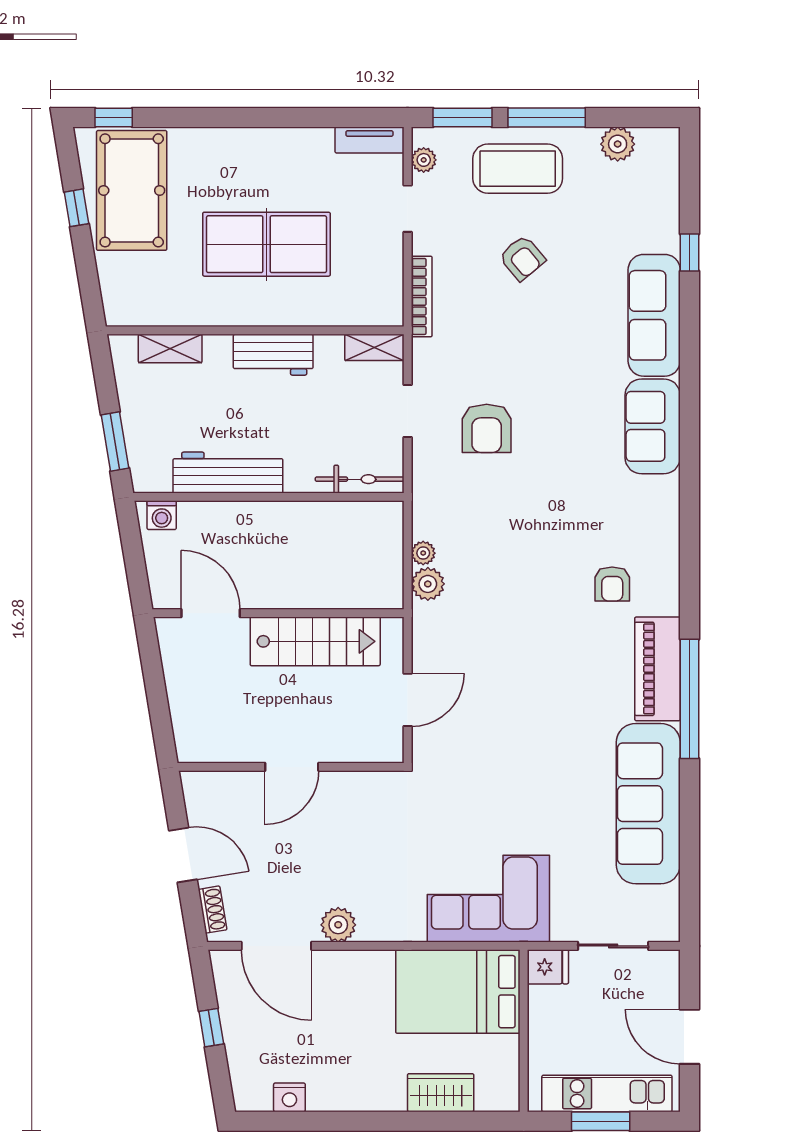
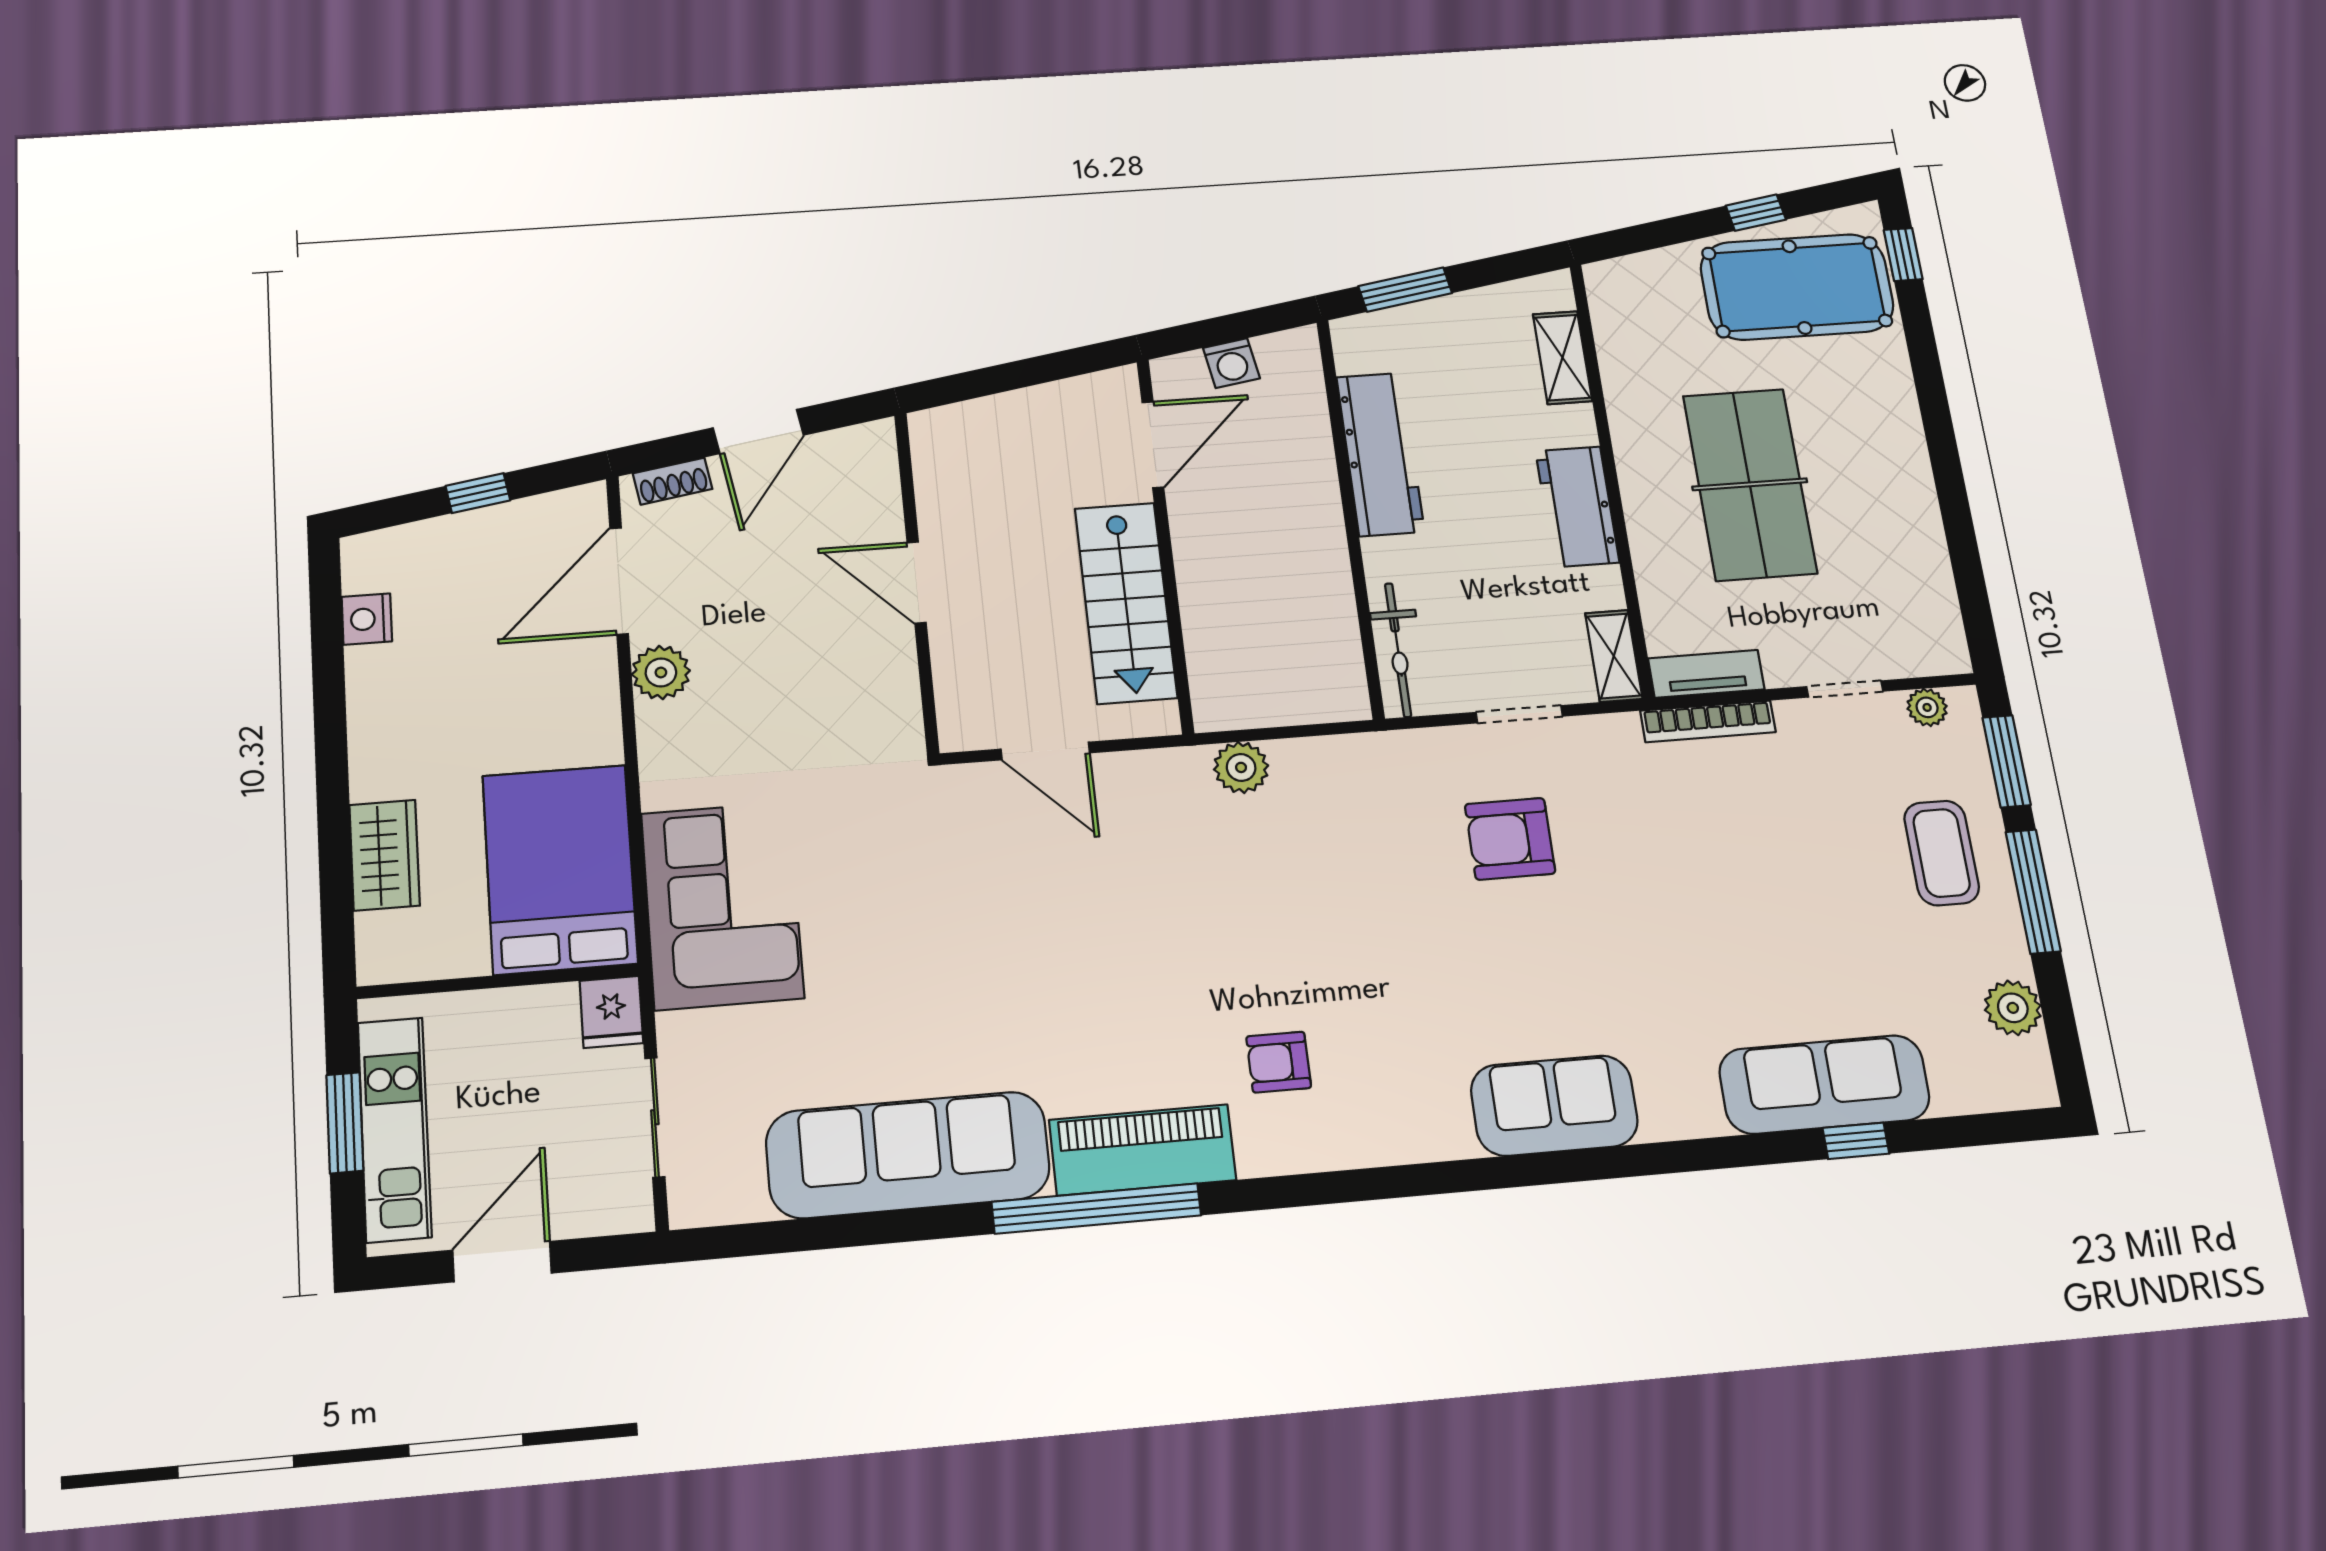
tv unit: (369, 140) -> (1706, 674), moved, turned 90
coffee table: (518, 169) -> (1942, 853), width x0.73, depth x0.76
armchair: (522, 258) -> (1798, 872), removed
sofa: (654, 315) -> (1824, 1084), moved
washing machine: (162, 515) -> (1231, 363), moved, turned -99
plant: (423, 553) -> (1291, 756), removed

